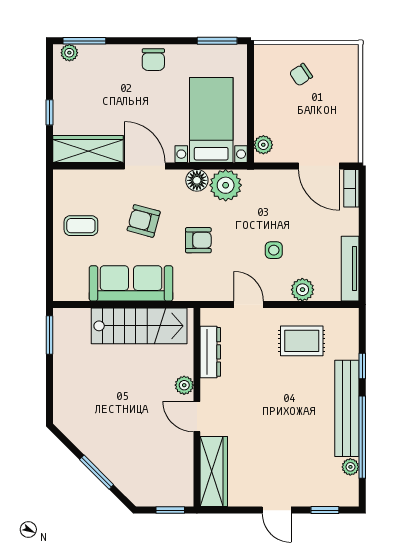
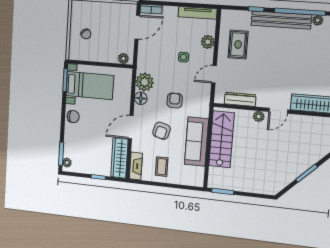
bed with nightstands: (211, 120) -> (90, 86), moved, turned 180
fireplace: (77, 180) -> (136, 166), added

